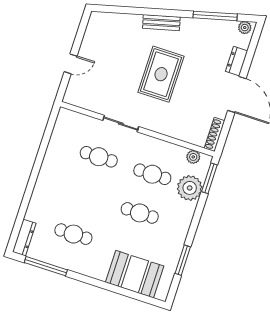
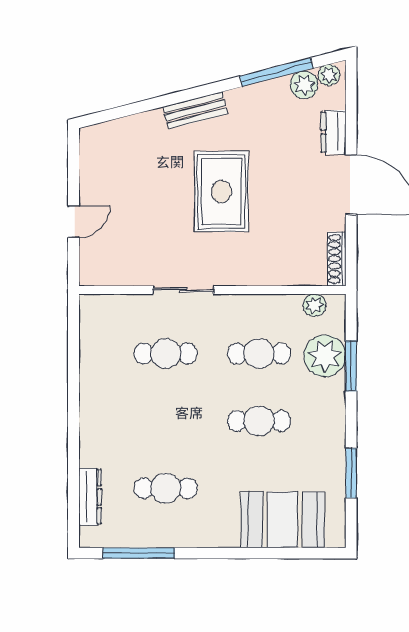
plant: (229, 28) -> (304, 85), added
window: (209, 178) -> (351, 366), moved
dresser: (24, 238) -> (90, 497), moved

